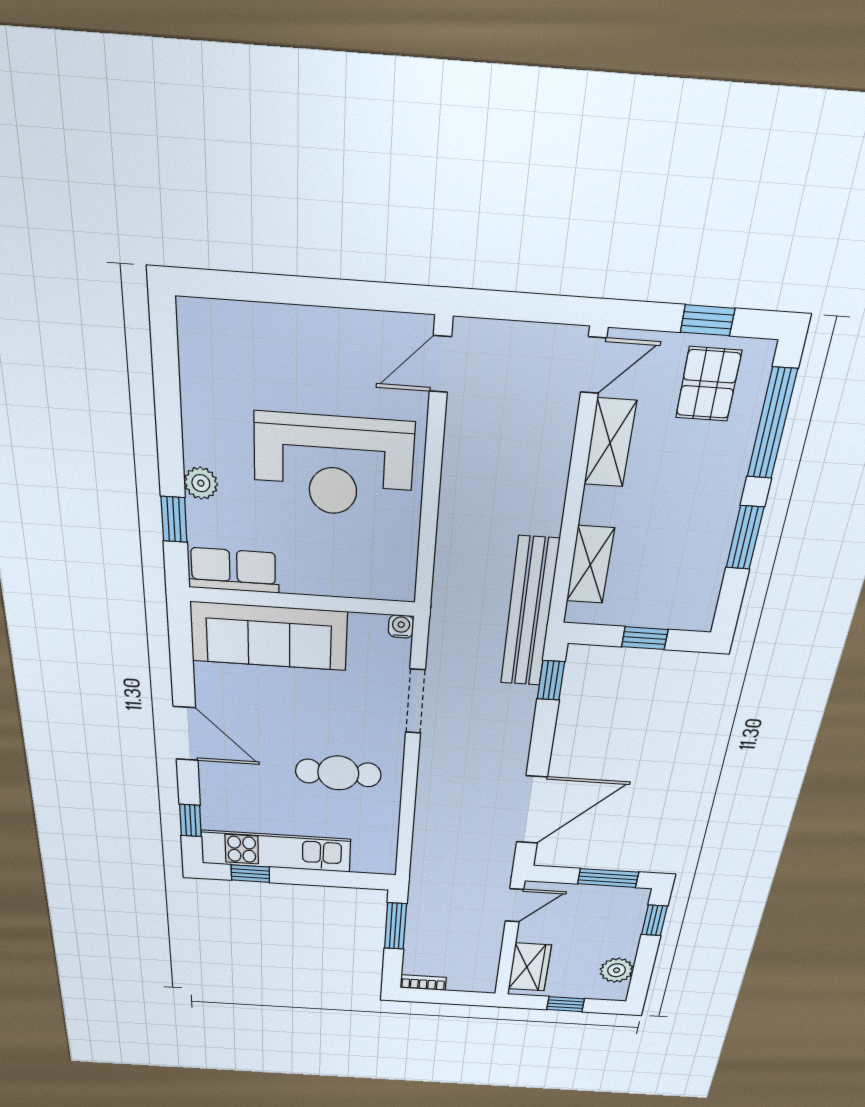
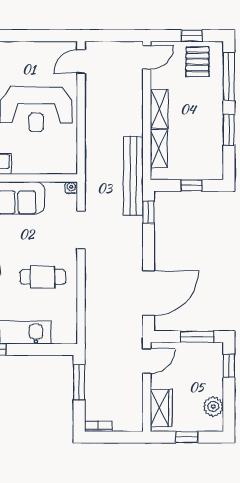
shelving: (610, 443) -> (159, 109), moved

